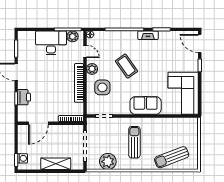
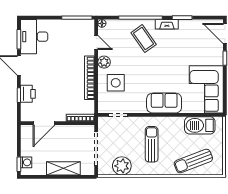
plant: (73, 36) -> (82, 26), removed
desk: (51, 43) -> (34, 37), moved, turned -90
coffee table: (126, 66) -> (144, 39), moved
barbecue: (177, 125) -> (200, 125), added

